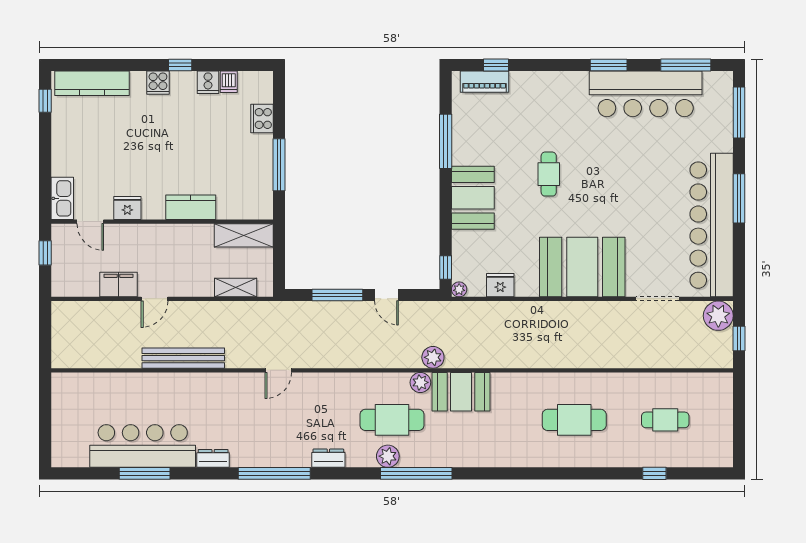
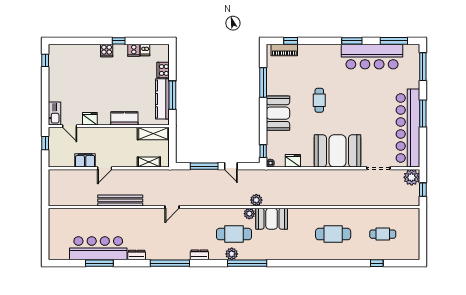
kitchen counter: (92, 83) -> (162, 99), moved, turned 90

